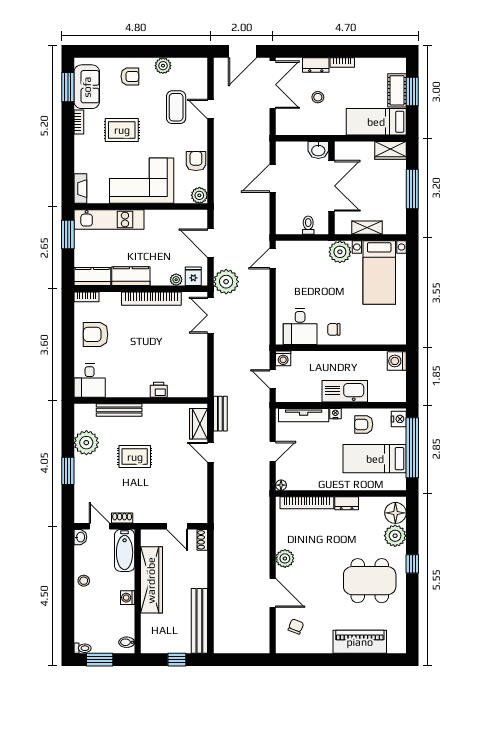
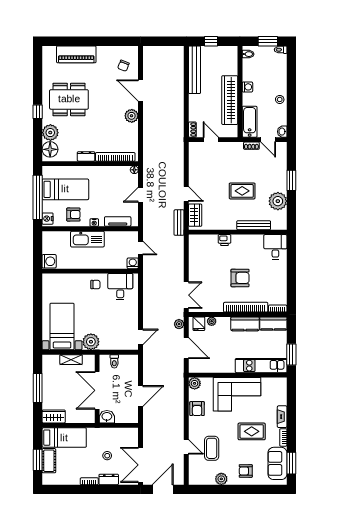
fireplace: (80, 189) -> (282, 417), moved
plant: (226, 282) -> (179, 324), width x0.53, depth x0.53
bookcase: (151, 299) -> (246, 307), moved
armchair: (96, 334) -> (240, 278), moved
tv unit: (304, 415) -> (118, 221), width x0.71

